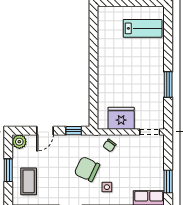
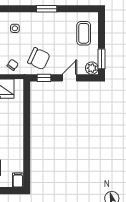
filing cabinet: (103, 14) -> (18, 180), added
chair: (87, 169) -> (39, 59), moved
window: (8, 170) -> (102, 59), moved

